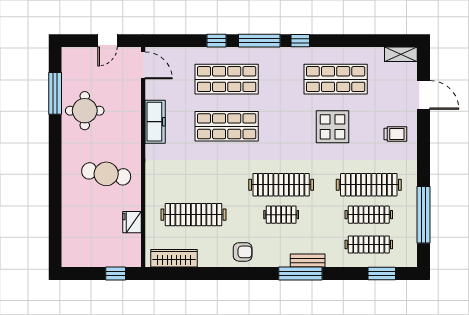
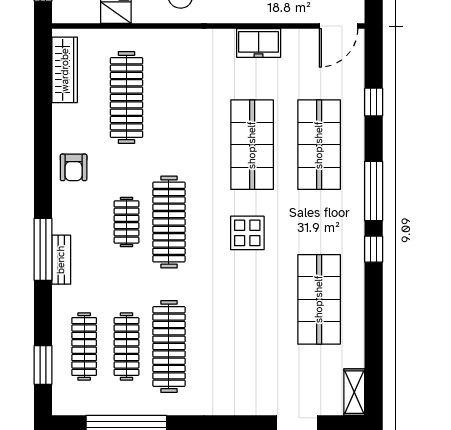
window: (216, 41) -> (374, 102), moved
freezer: (155, 122) -> (259, 43), width x0.71
display table: (333, 127) -> (247, 233), moved, width x0.73, depth x0.73
trolley: (395, 134) -> (241, 384), removed

